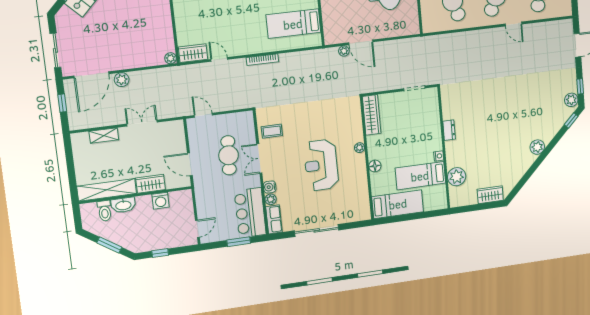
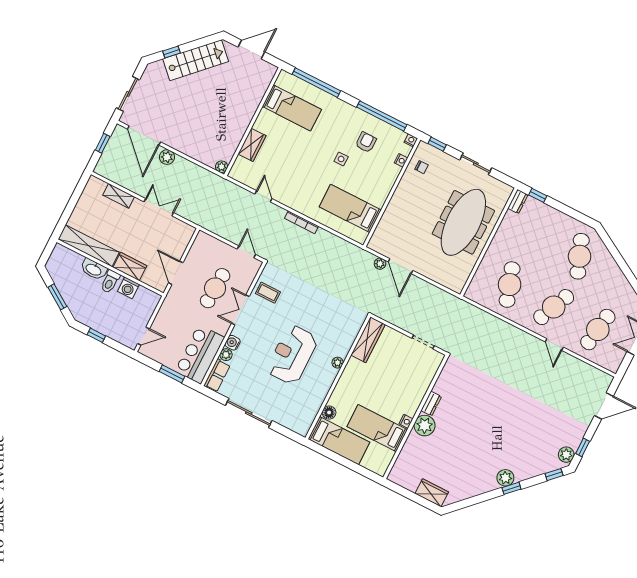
wardrobe: (193, 53) -> (252, 145), moved, turned 90
door: (91, 75) -> (144, 135), hinge flipped
door: (203, 115) -> (246, 252), moved
window: (546, 152) -> (511, 488), added
floor lamp: (375, 166) -> (329, 413), moved
plant: (457, 177) -> (425, 426), moved
toilet: (105, 211) -> (110, 281), moved

